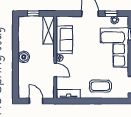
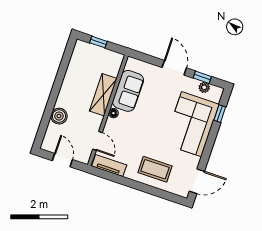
shelving: (49, 30) -> (103, 95), moved
boiler: (24, 57) -> (59, 116), moved
door: (55, 70) -> (97, 141), moved

